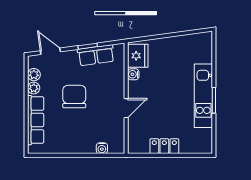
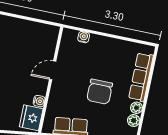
locker: (164, 146) -> (24, 27), removed

